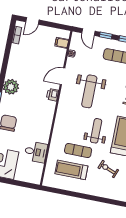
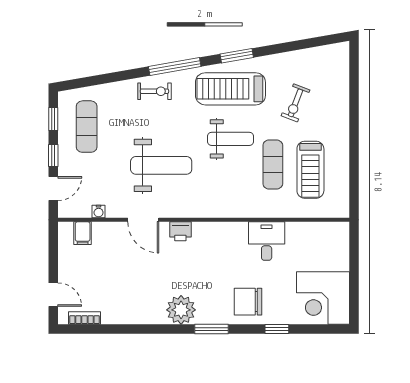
weight bench: (96, 131) -> (231, 139), turned 180
desk: (36, 152) -> (267, 241), moved

